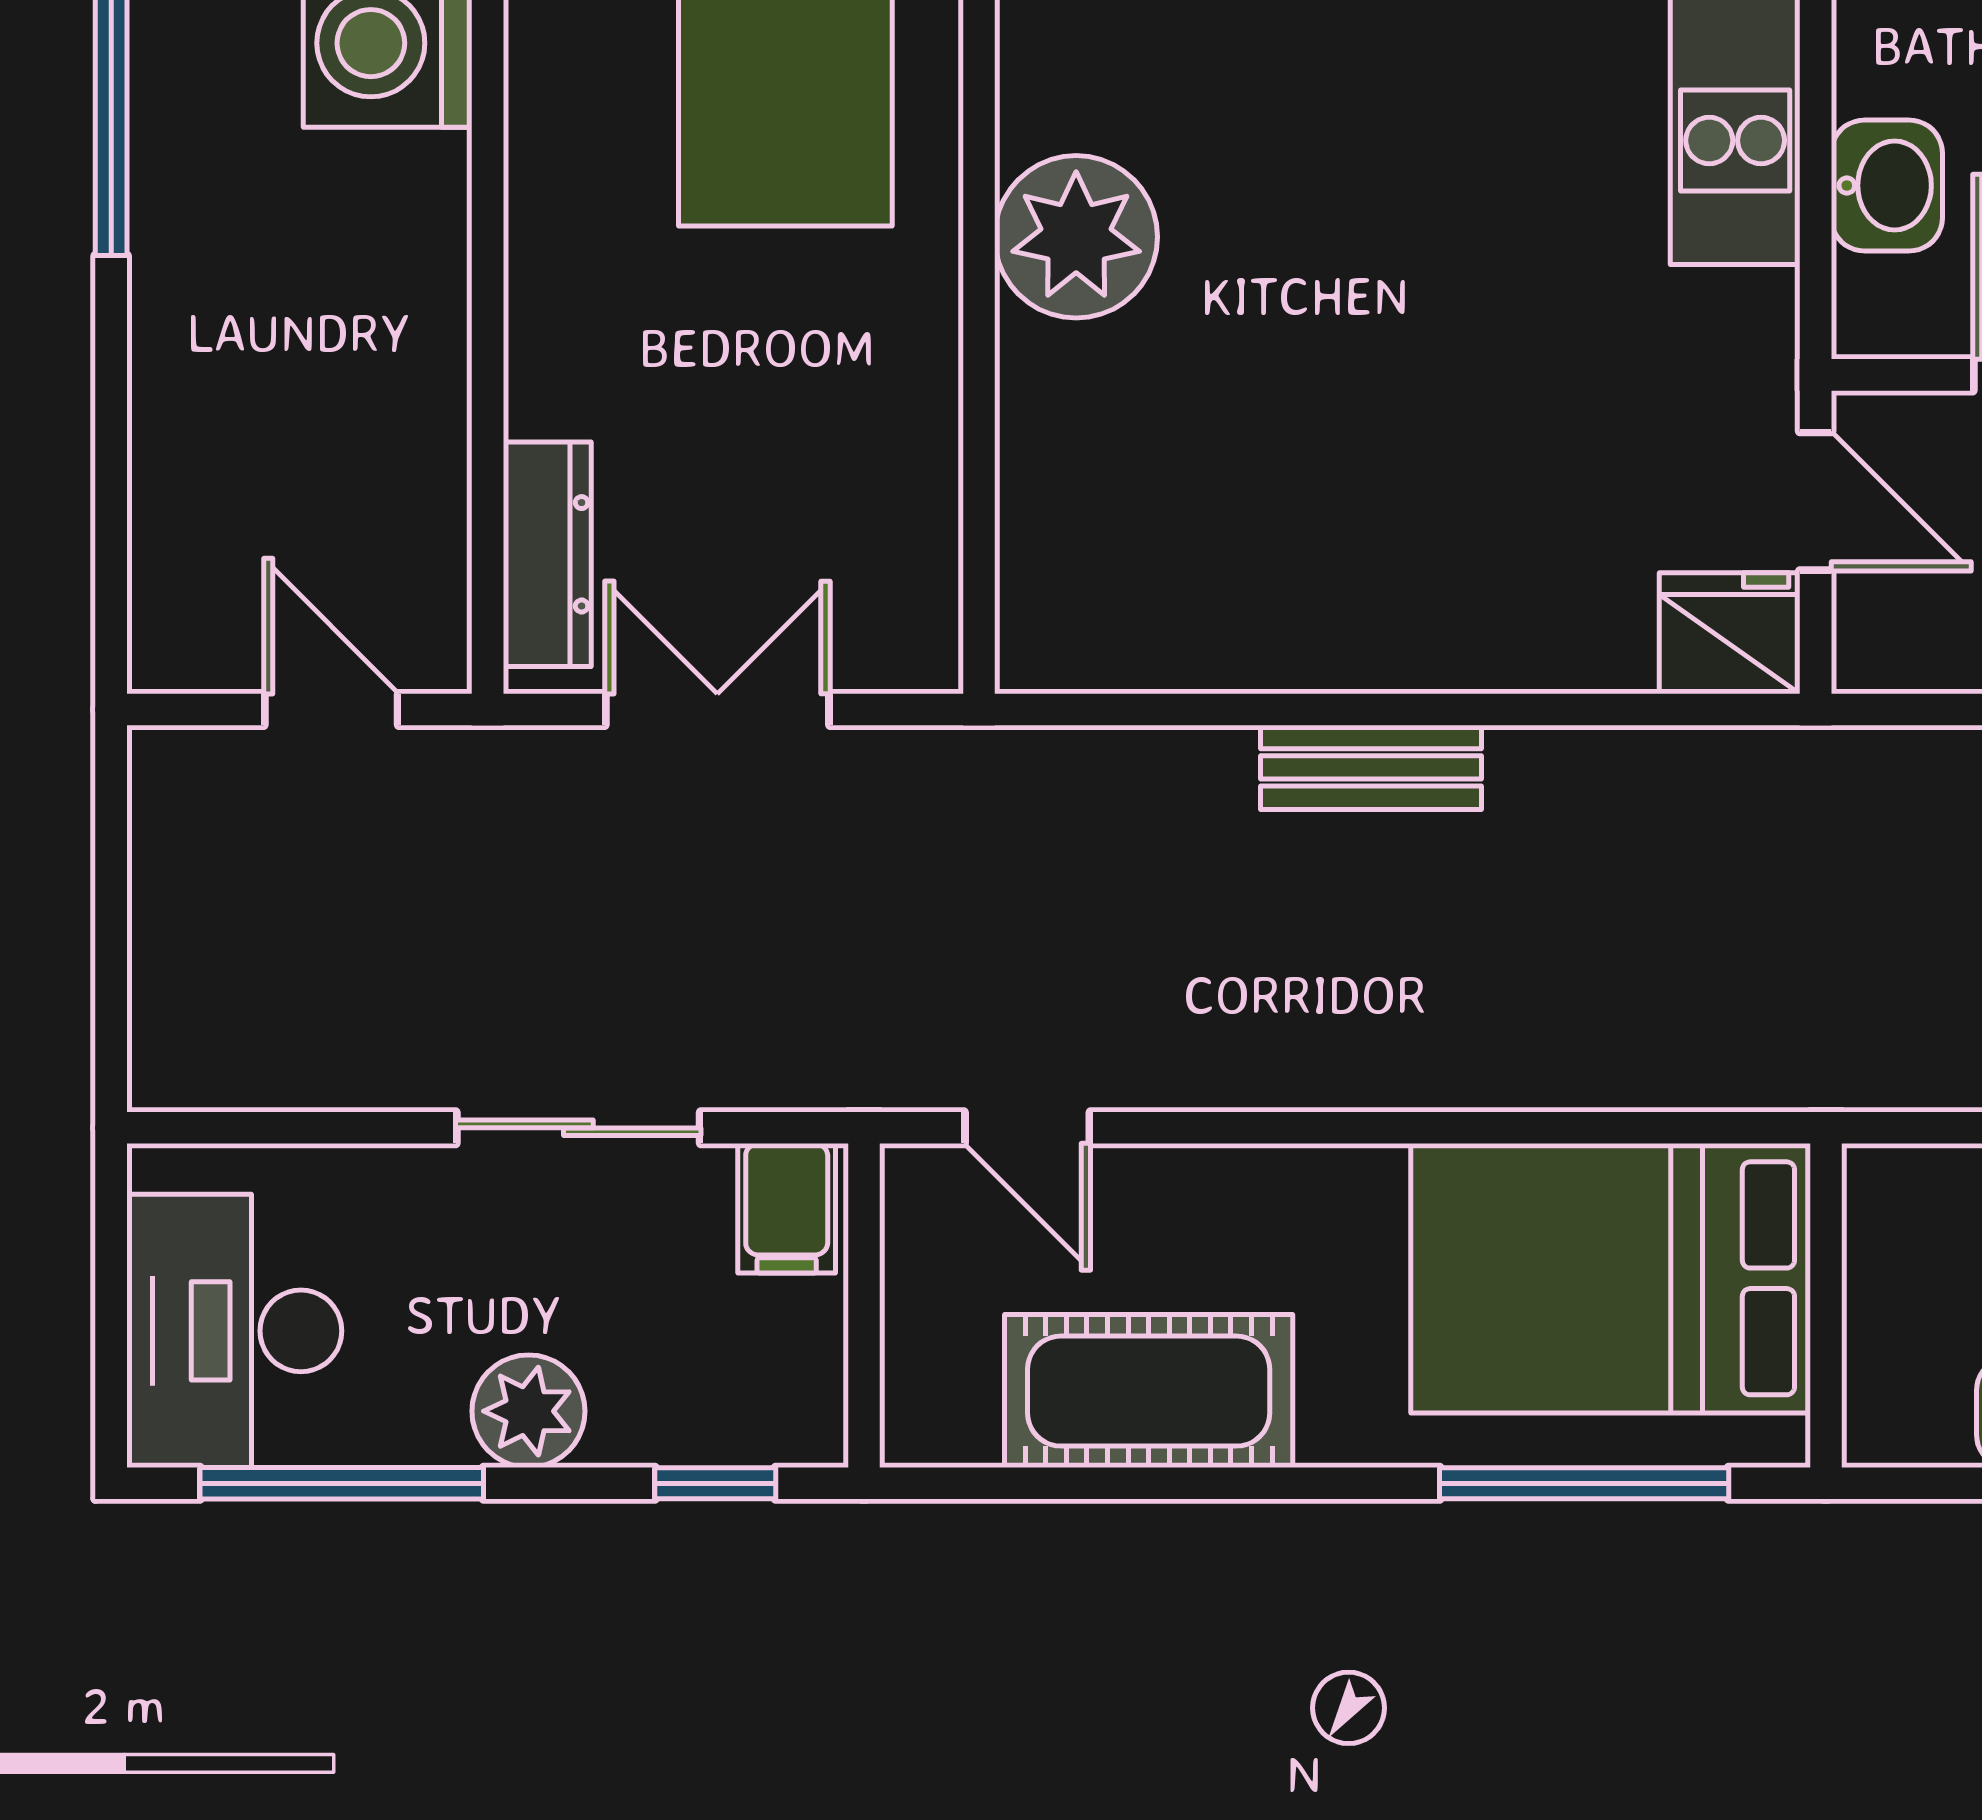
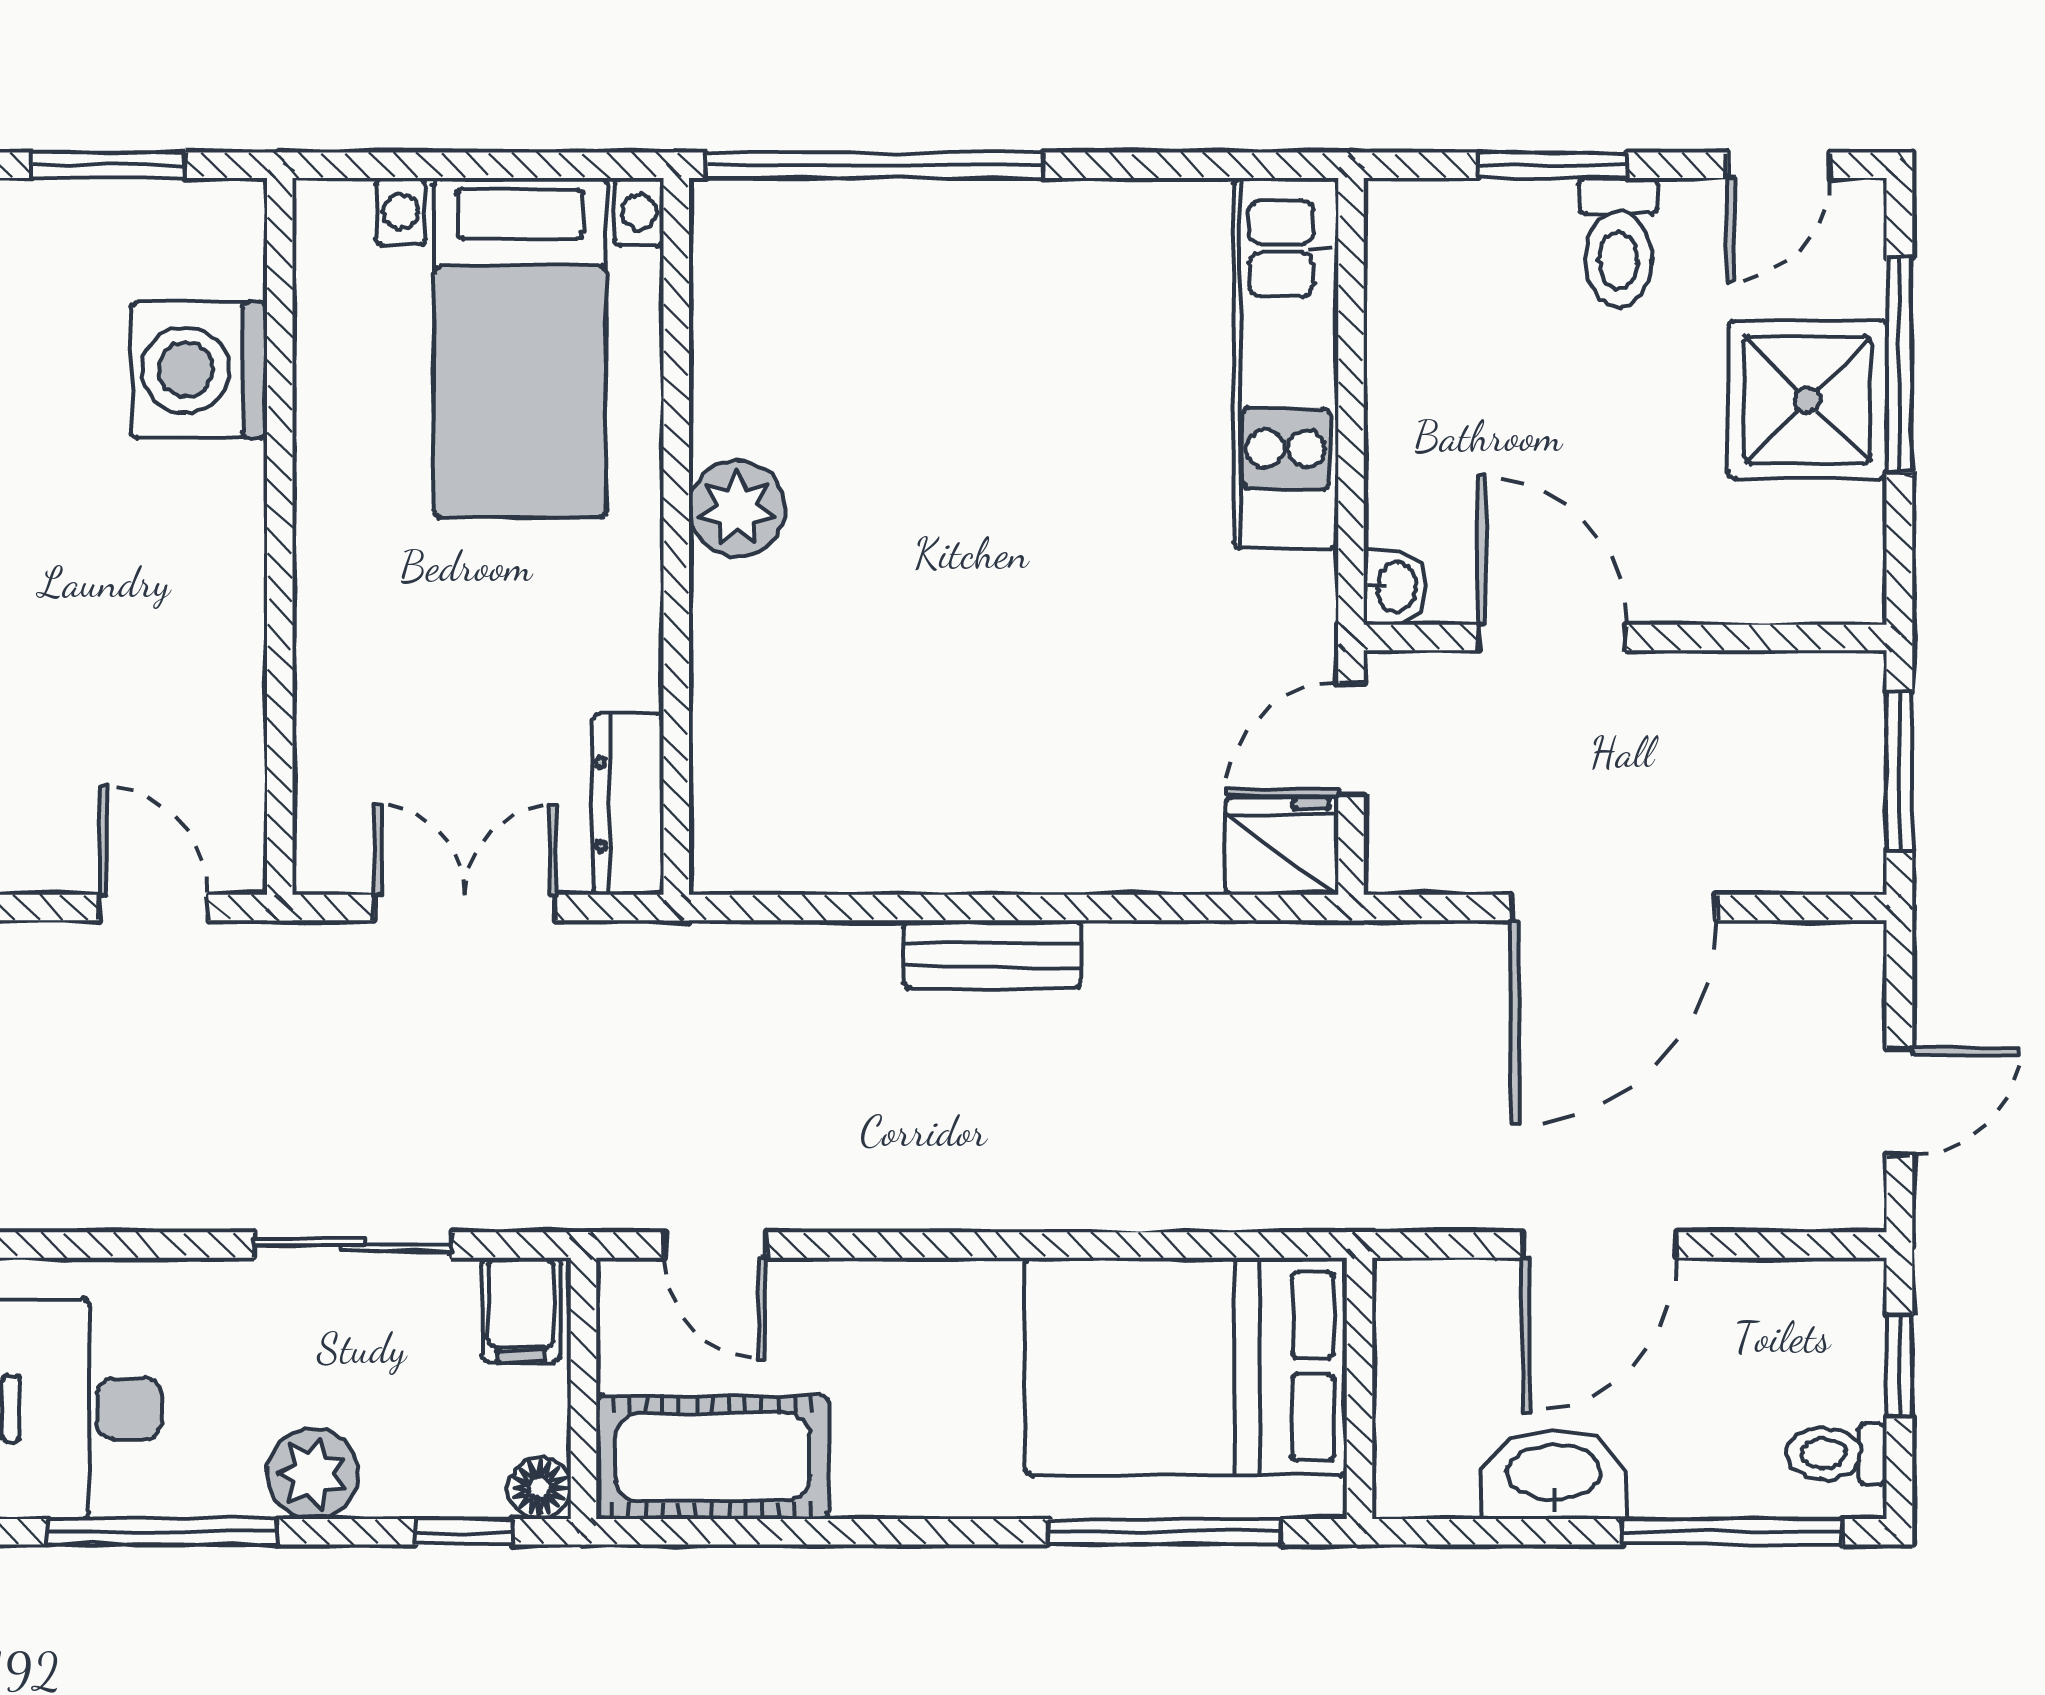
washbasin: (1887, 186) -> (1395, 587), moved, width x0.72, depth x0.69
plant: (1076, 237) -> (737, 509), width x0.73, depth x0.73
door: (1816, 501) -> (1351, 740), swing flipped
dresser: (547, 554) -> (628, 804), moved, turned 180
cot: (1149, 1391) -> (712, 1457), moved
floor lamp: (809, 1429) -> (539, 1488), added

